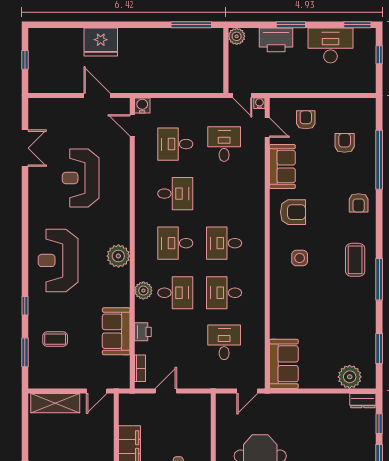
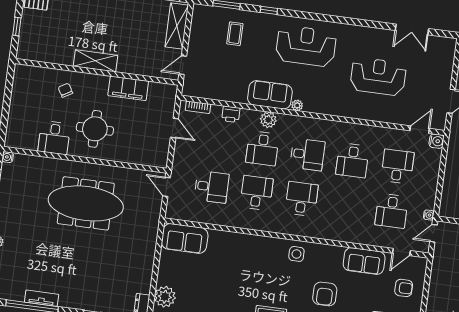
water cooler: (259, 103) -> (429, 215), moved
desk: (224, 144) -> (392, 211), turned 90
armchair: (293, 212) -> (325, 294), moved
desk: (175, 243) -> (307, 154), turned 90
plant: (118, 256) -> (297, 105), width x0.53, depth x0.53
side table: (300, 258) -> (296, 254), moved
sofa: (116, 331) -> (270, 95), moved
door: (97, 391) -> (183, 65), hinge flipped
door: (247, 391) -> (167, 187), moved

